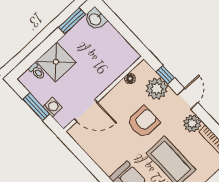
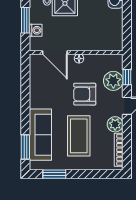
floor lamp: (130, 79) -> (79, 59), moved
armchair: (143, 122) -> (85, 94), turned 180

